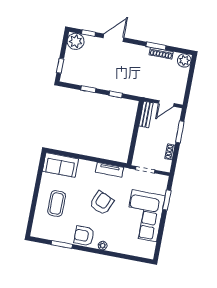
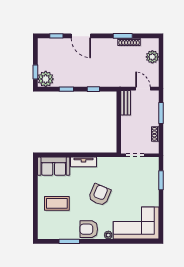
door: (113, 38) -> (81, 36), swing flipped
plant: (76, 41) -> (46, 79), moved
plant: (184, 60) -> (152, 57), moved
door: (166, 103) -> (143, 89), swing flipped
tv unit: (109, 170) -> (83, 162), moved
coffee table: (57, 203) -> (57, 203), turned 90
corner sofa: (144, 216) -> (136, 223), moved, turned 90

